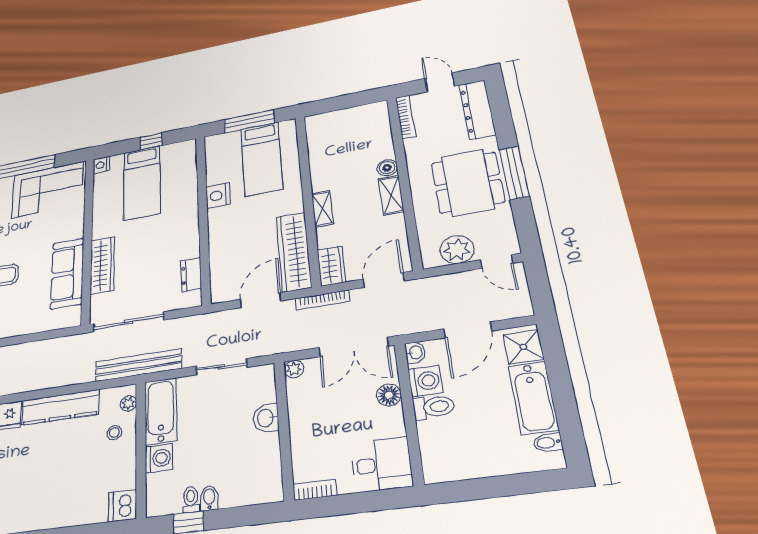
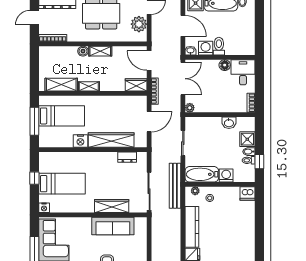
shelving: (319, 147) -> (61, 85), added
shelving: (322, 209) -> (89, 86), moved
wardrobe: (294, 252) -> (111, 140), moved, turned 180
door: (261, 300) -> (149, 122), swing flipped
floor lamp: (389, 395) -> (225, 65), moved
washbasin: (266, 418) -> (229, 123), moved
shower: (235, 492) -> (247, 139), added

